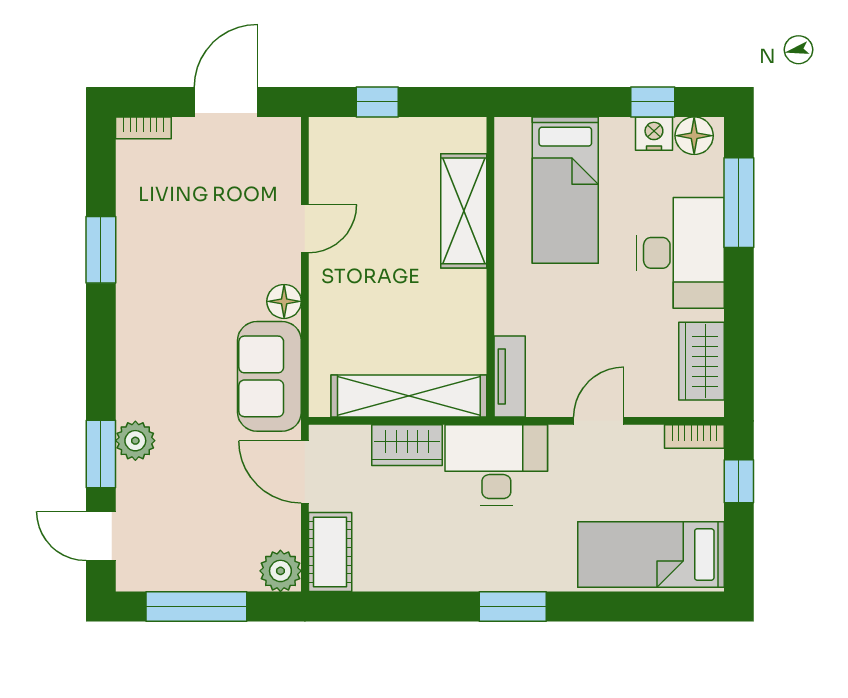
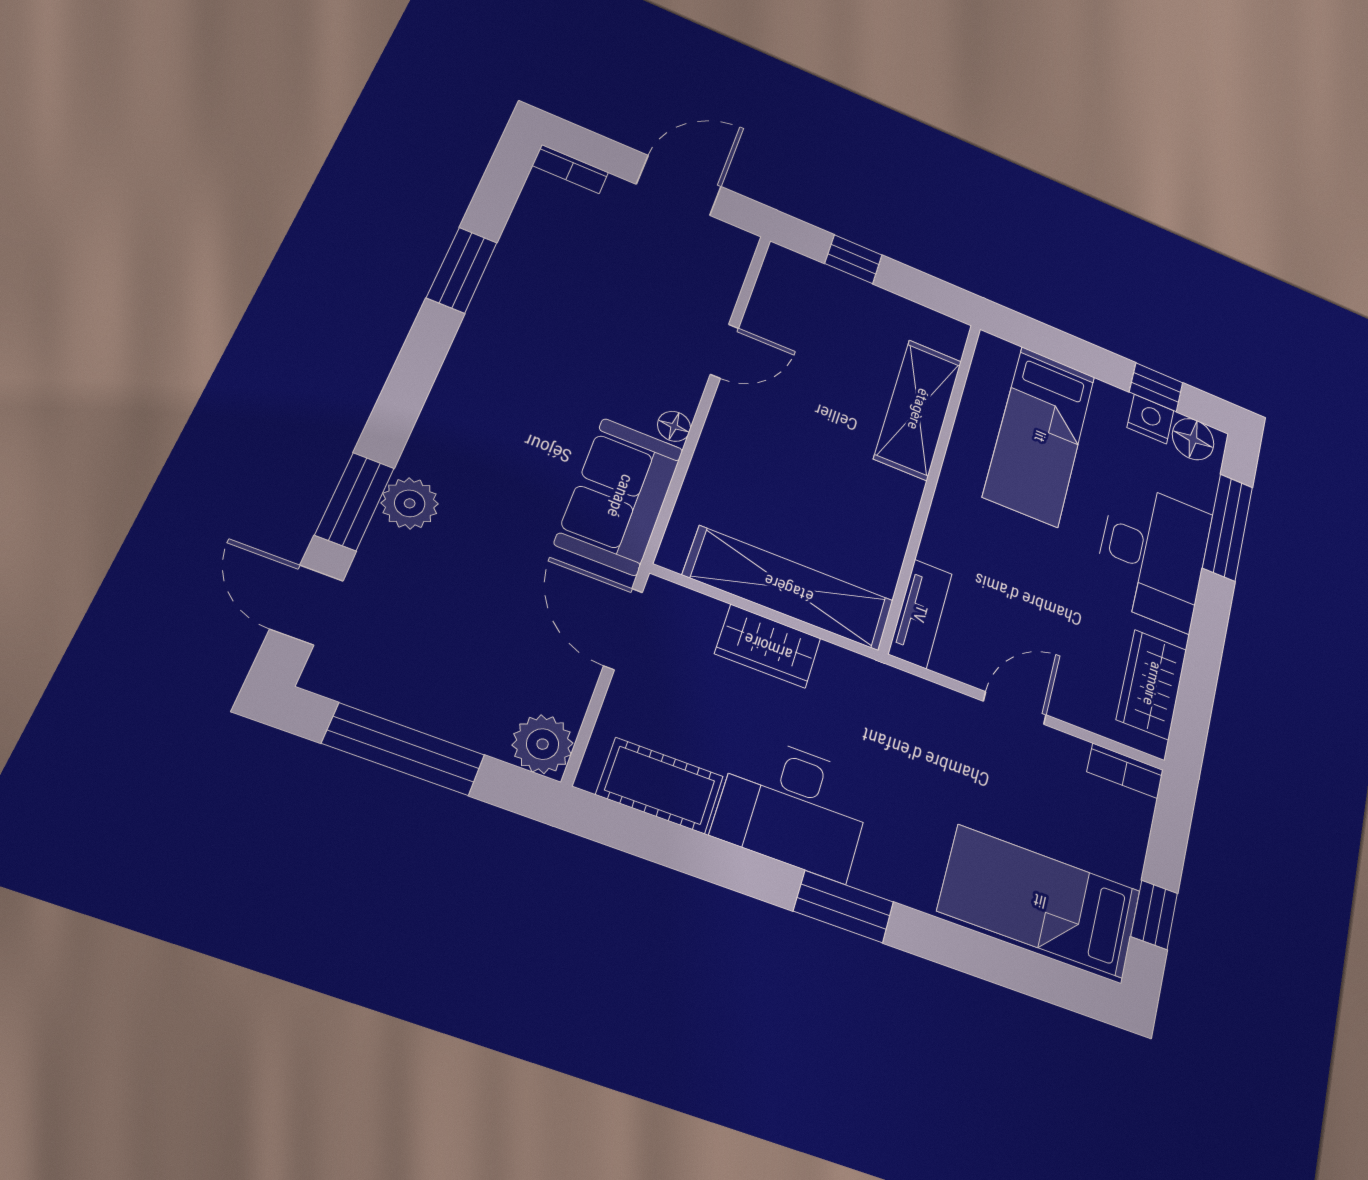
floor lamp: (284, 301) -> (674, 426), width x0.73, depth x0.73
desk: (496, 465) -> (794, 806), moved, turned 180
window: (739, 481) -> (1154, 915), moved
cot: (330, 552) -> (660, 785), moved, turned 90

